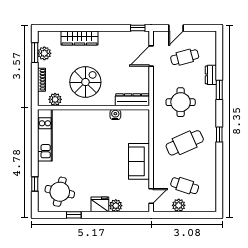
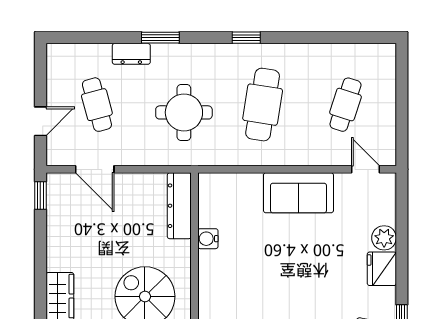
door: (176, 28) -> (40, 121), hinge flipped
cafe table: (185, 143) -> (263, 105), turned 33
plant: (179, 205) -> (384, 116), removed

